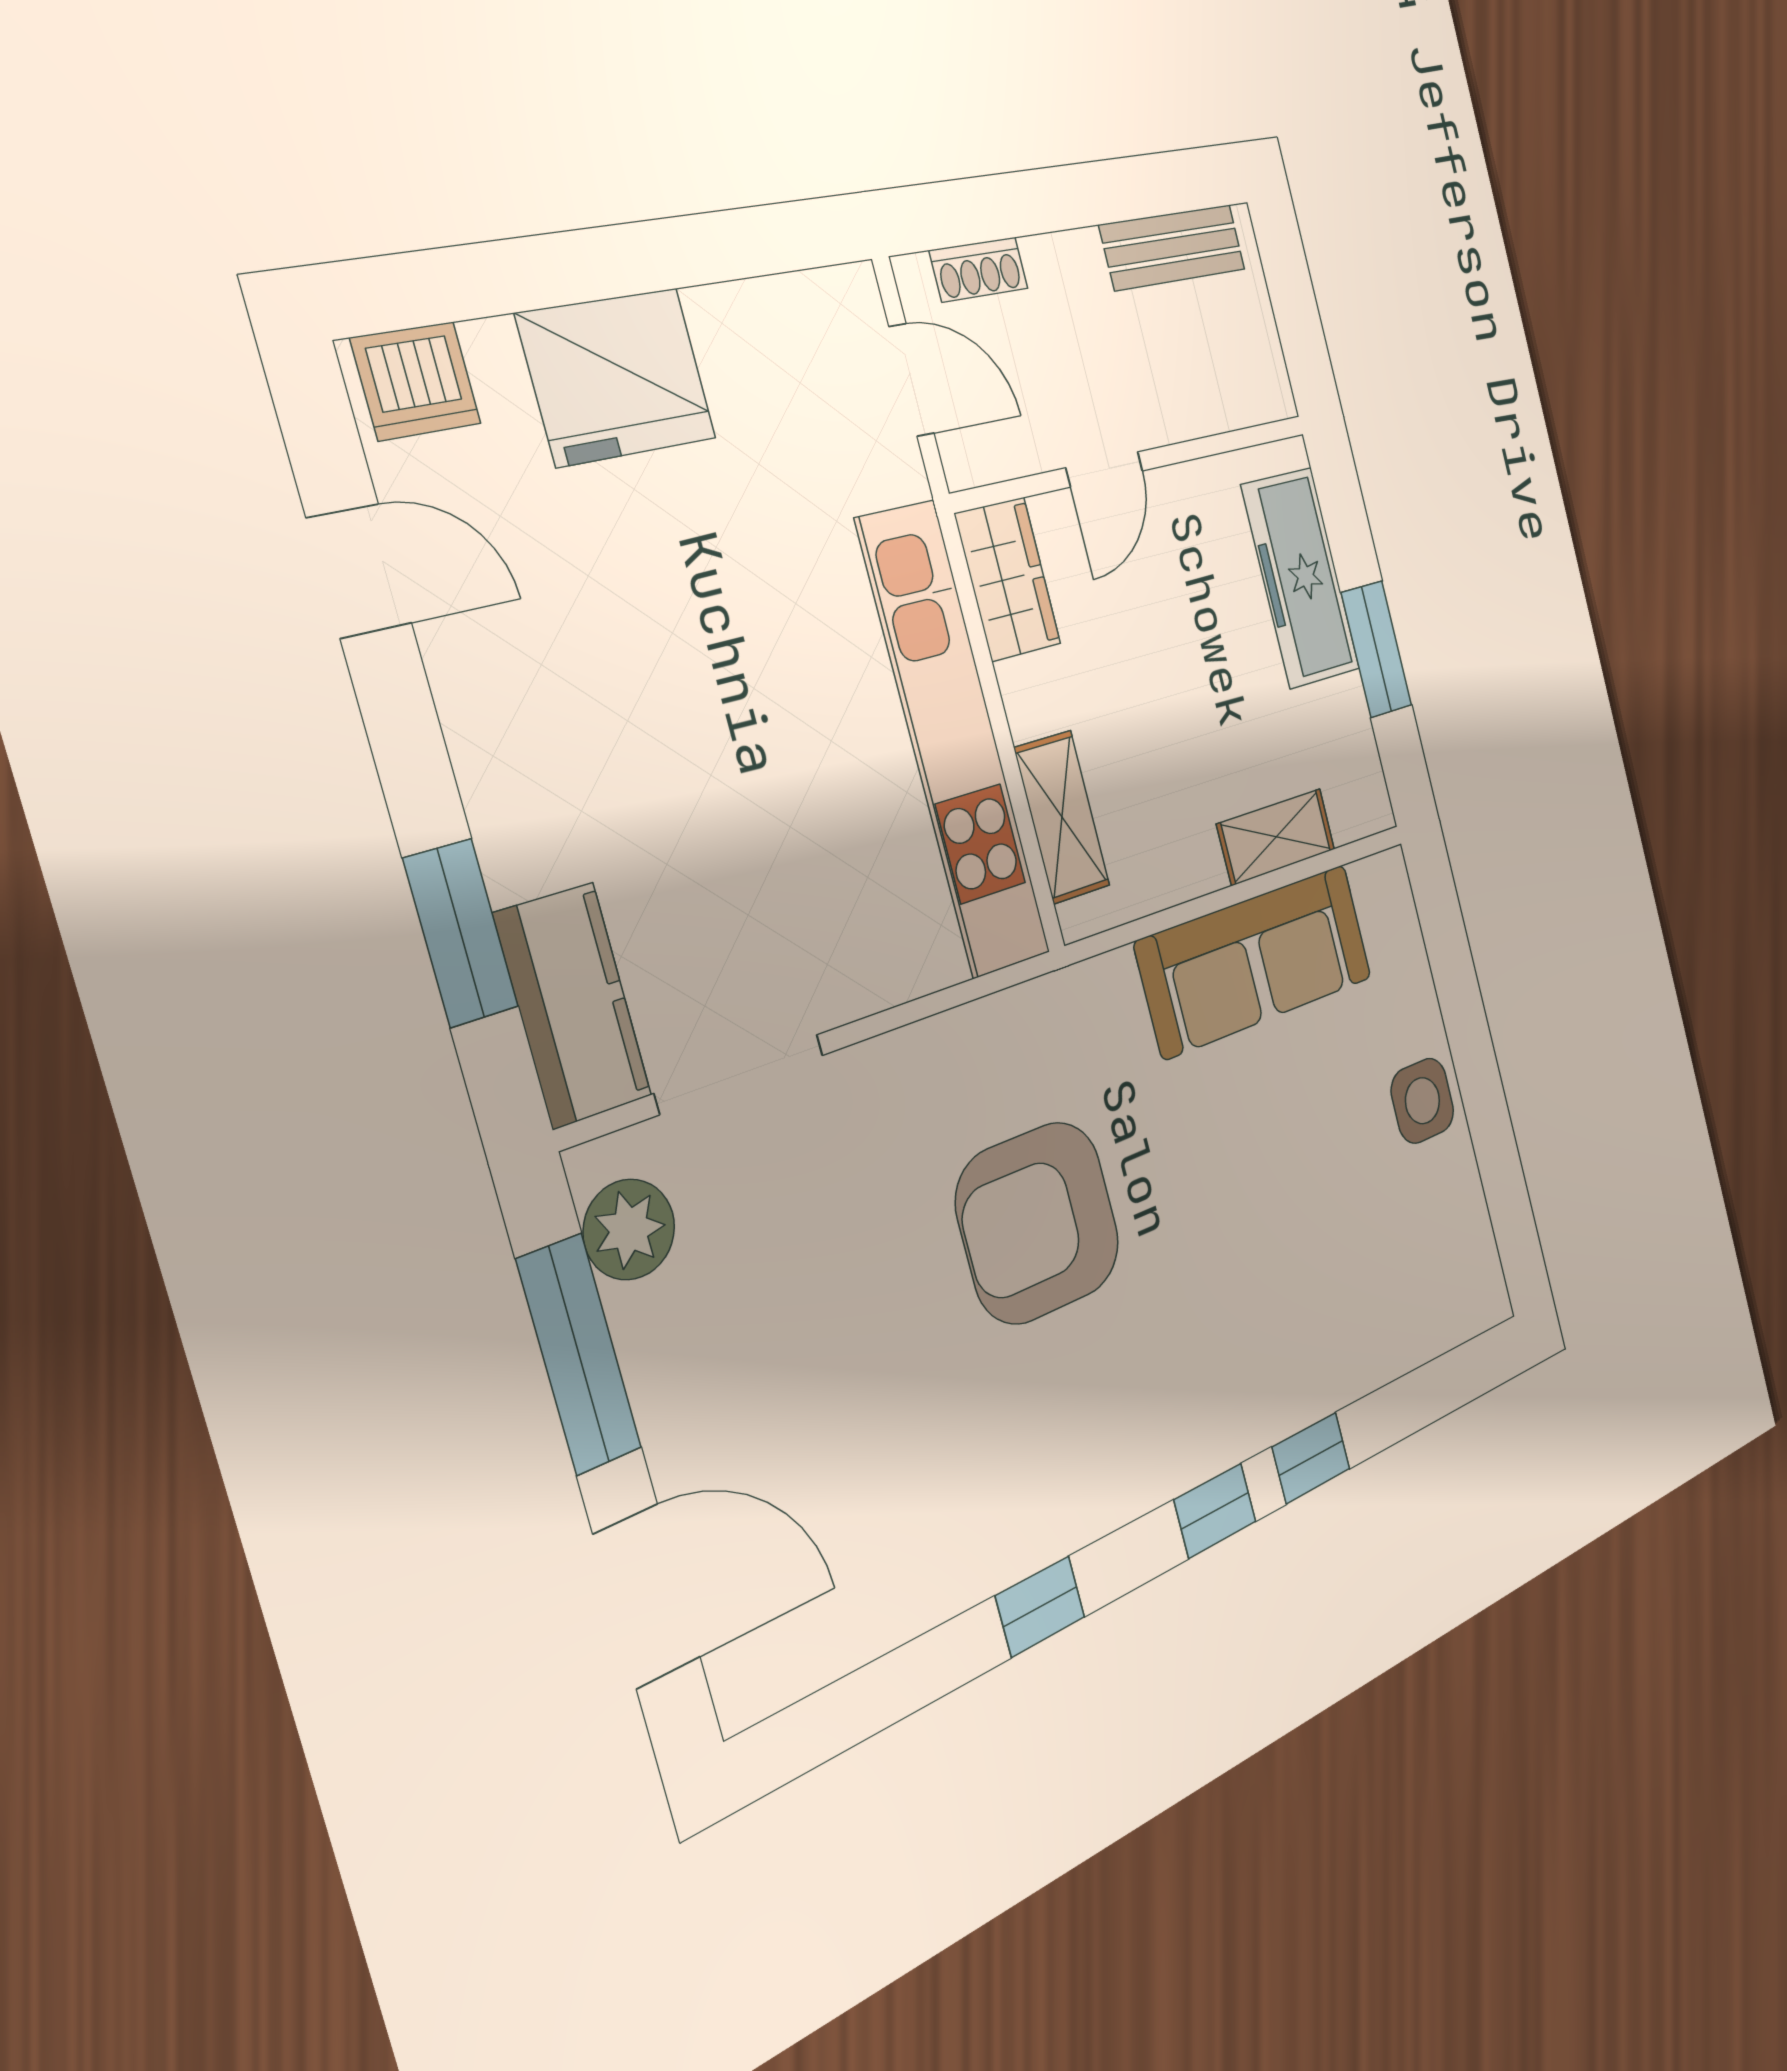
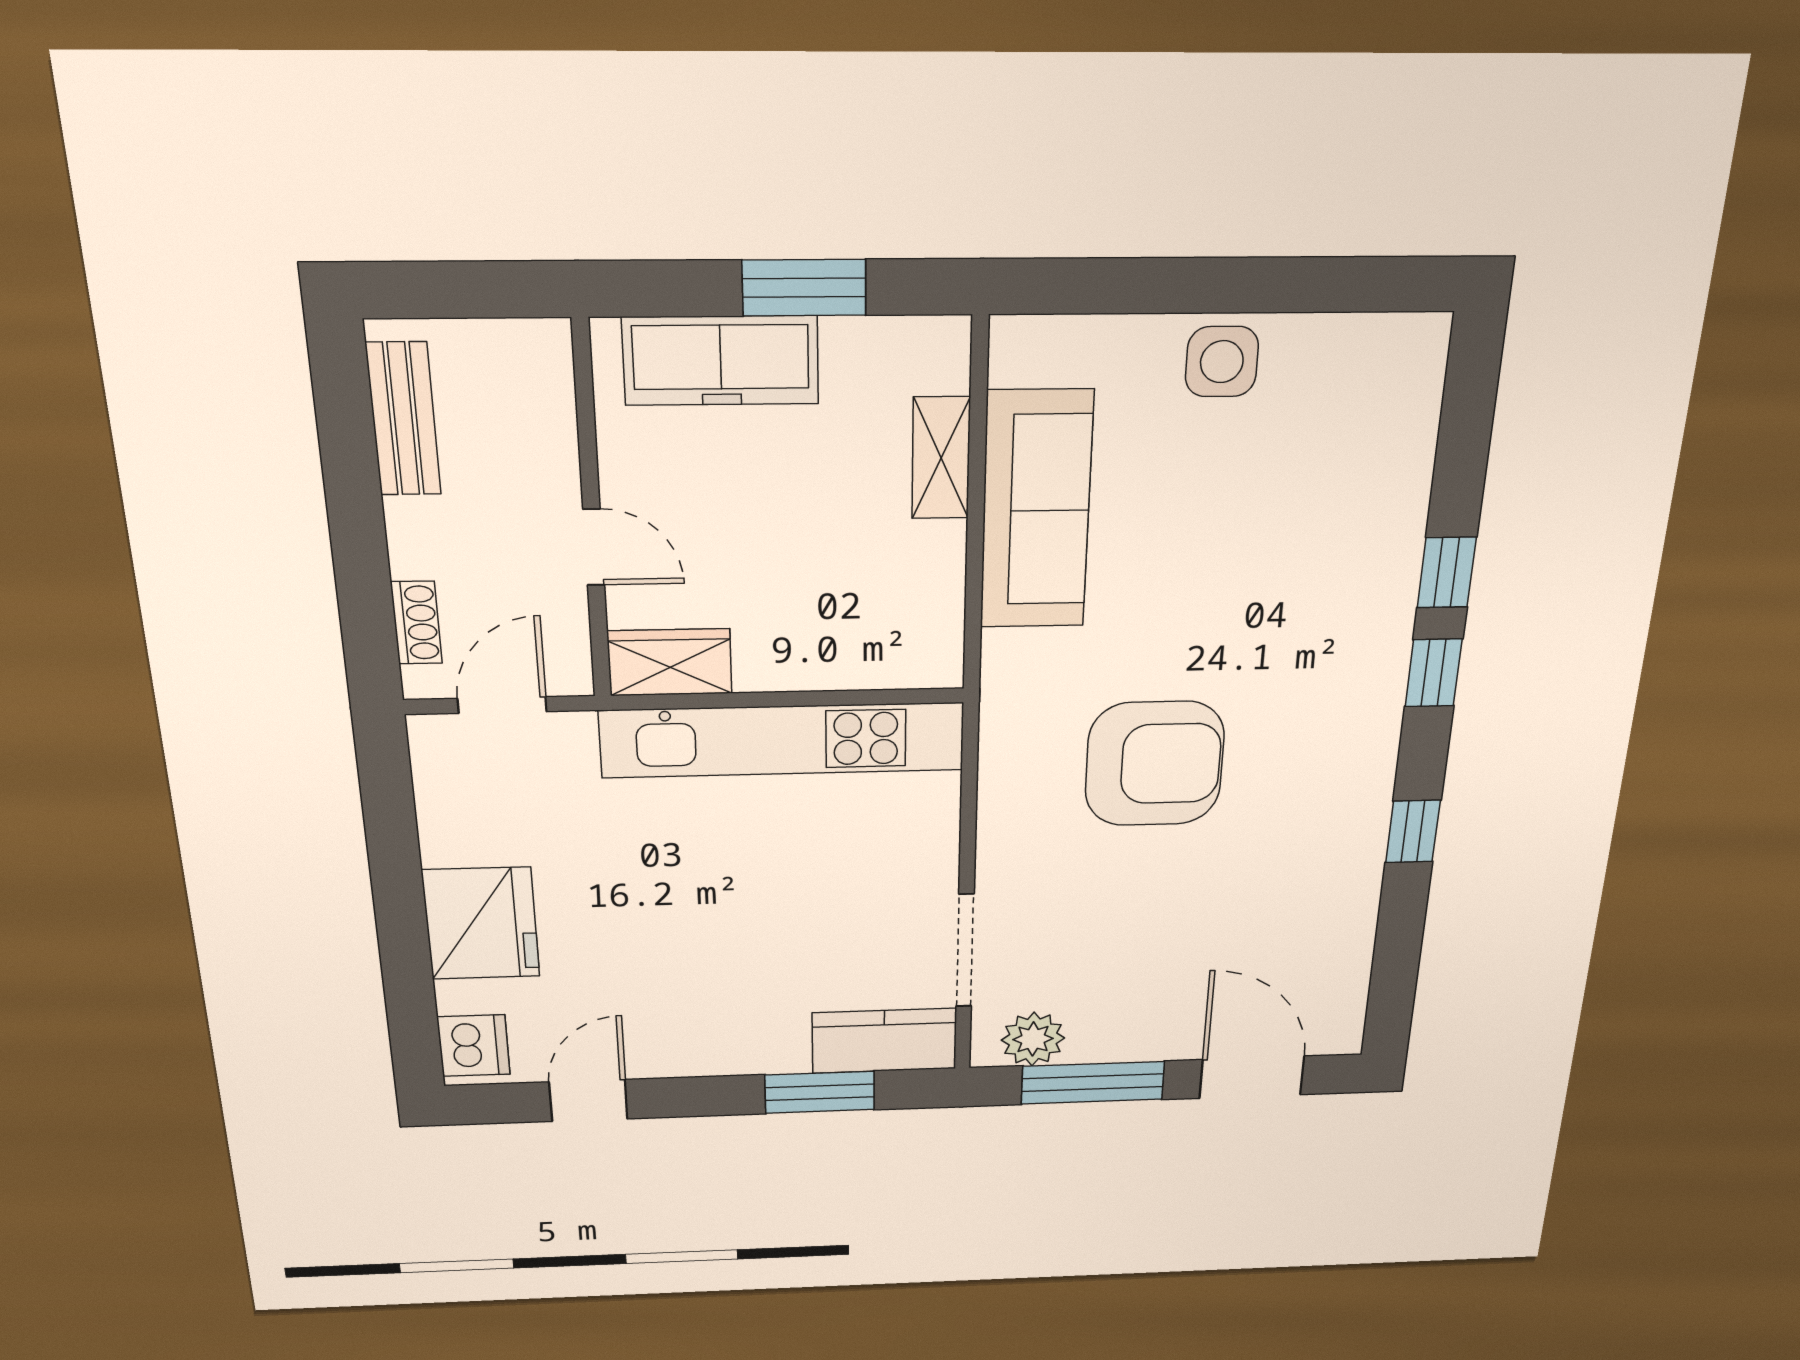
shelving: (1062, 817) -> (866, 664), removed
armchair: (1038, 1223) -> (1155, 764), turned -90
door: (647, 1596) -> (1252, 1077), hinge flipped

